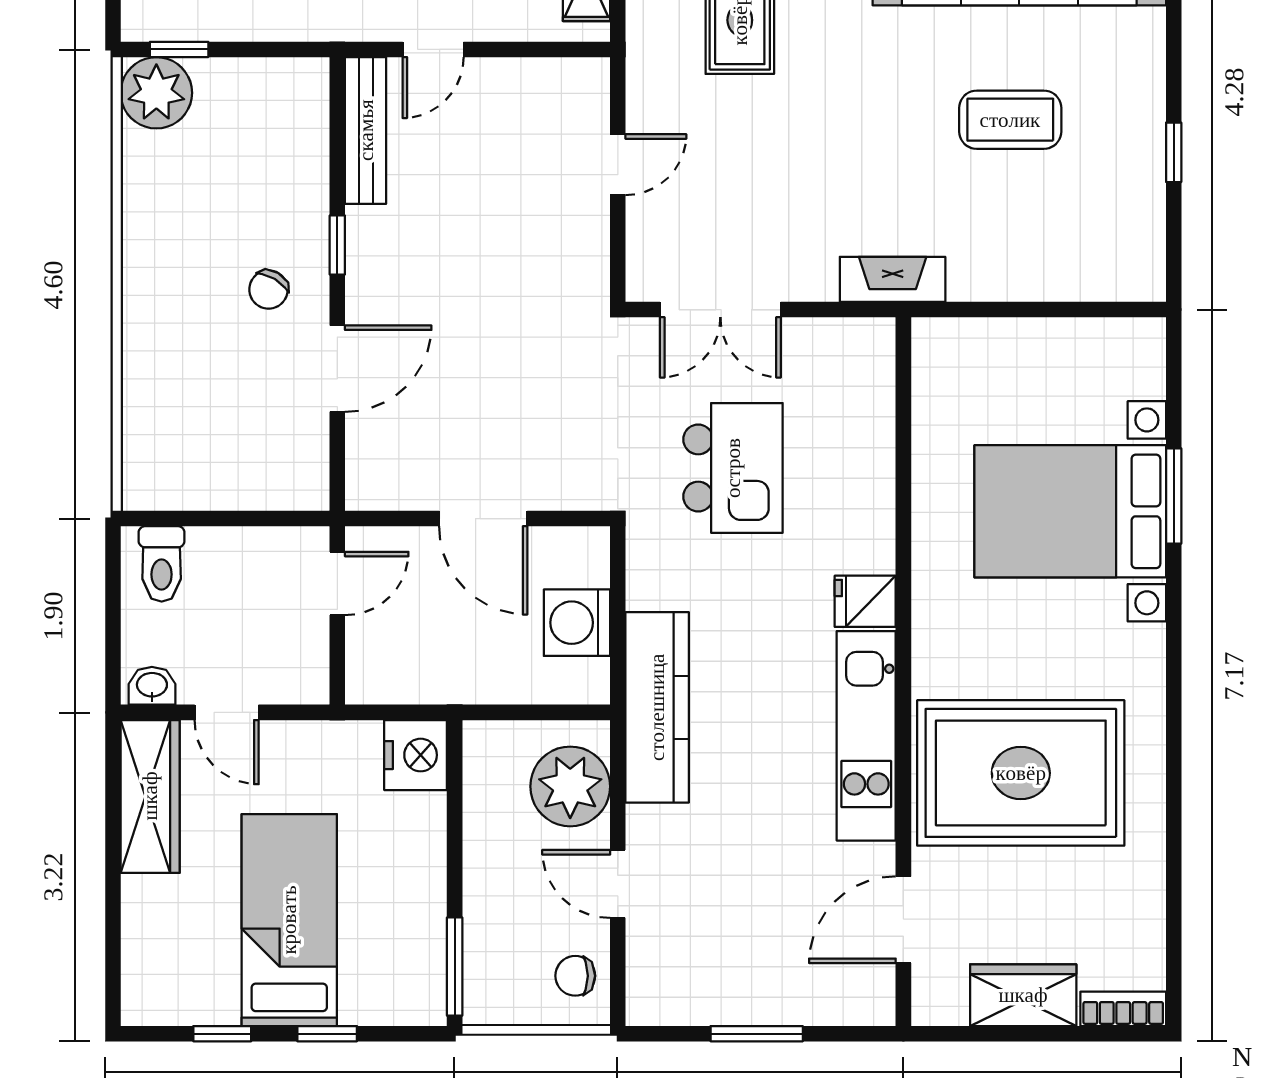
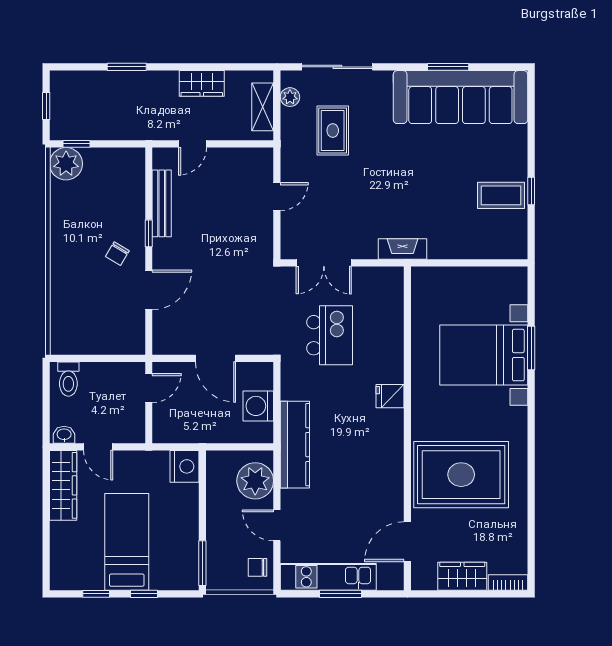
coffee table: (1010, 120) -> (501, 195), moved
bench: (366, 130) -> (162, 203), moved
kitchen unit: (866, 736) -> (328, 577), moved, turned 90

